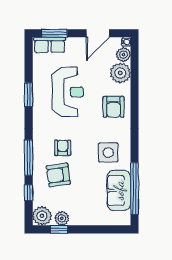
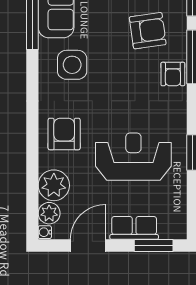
row of seats: (50, 45) -> (134, 228), moved
reception desk: (68, 92) -> (133, 157), turned 90
armchair: (63, 148) -> (173, 74), moved

